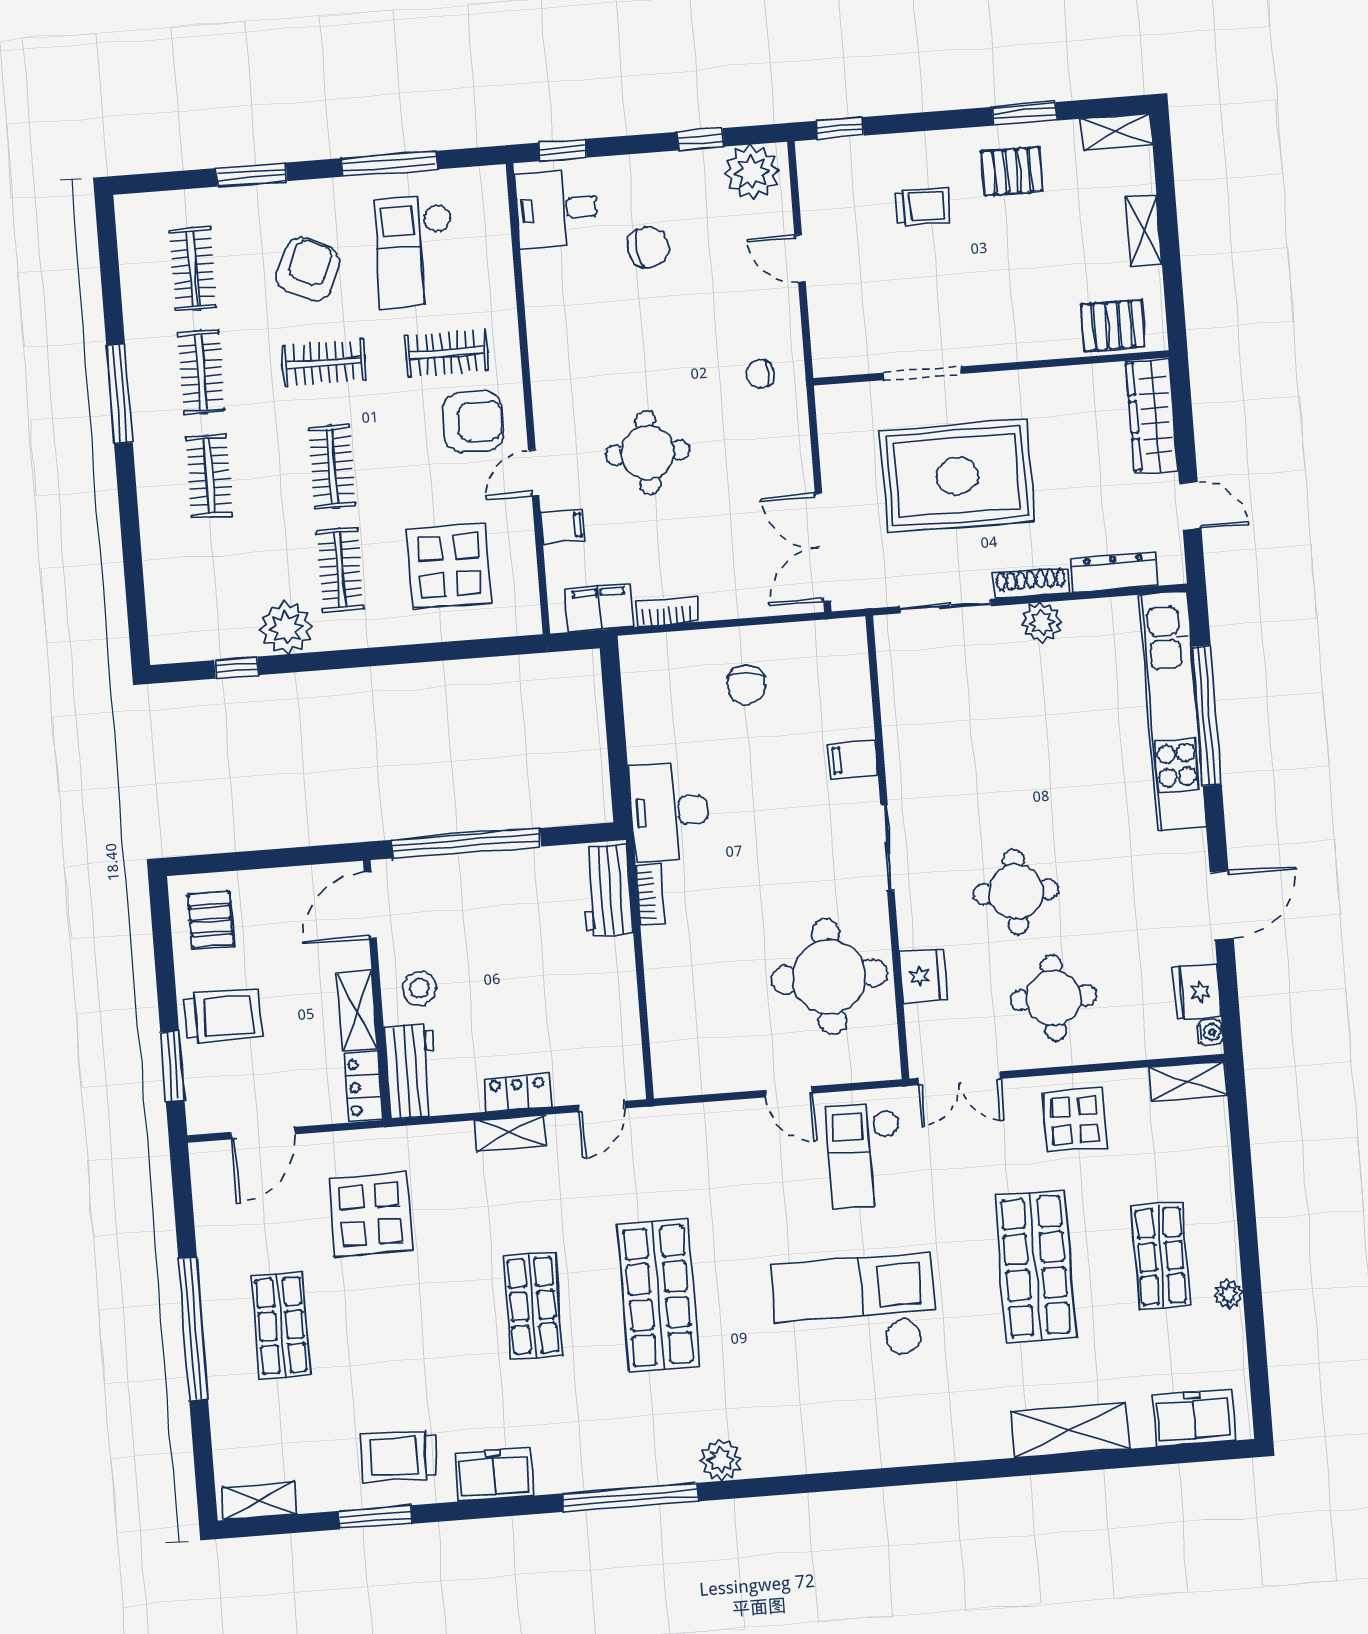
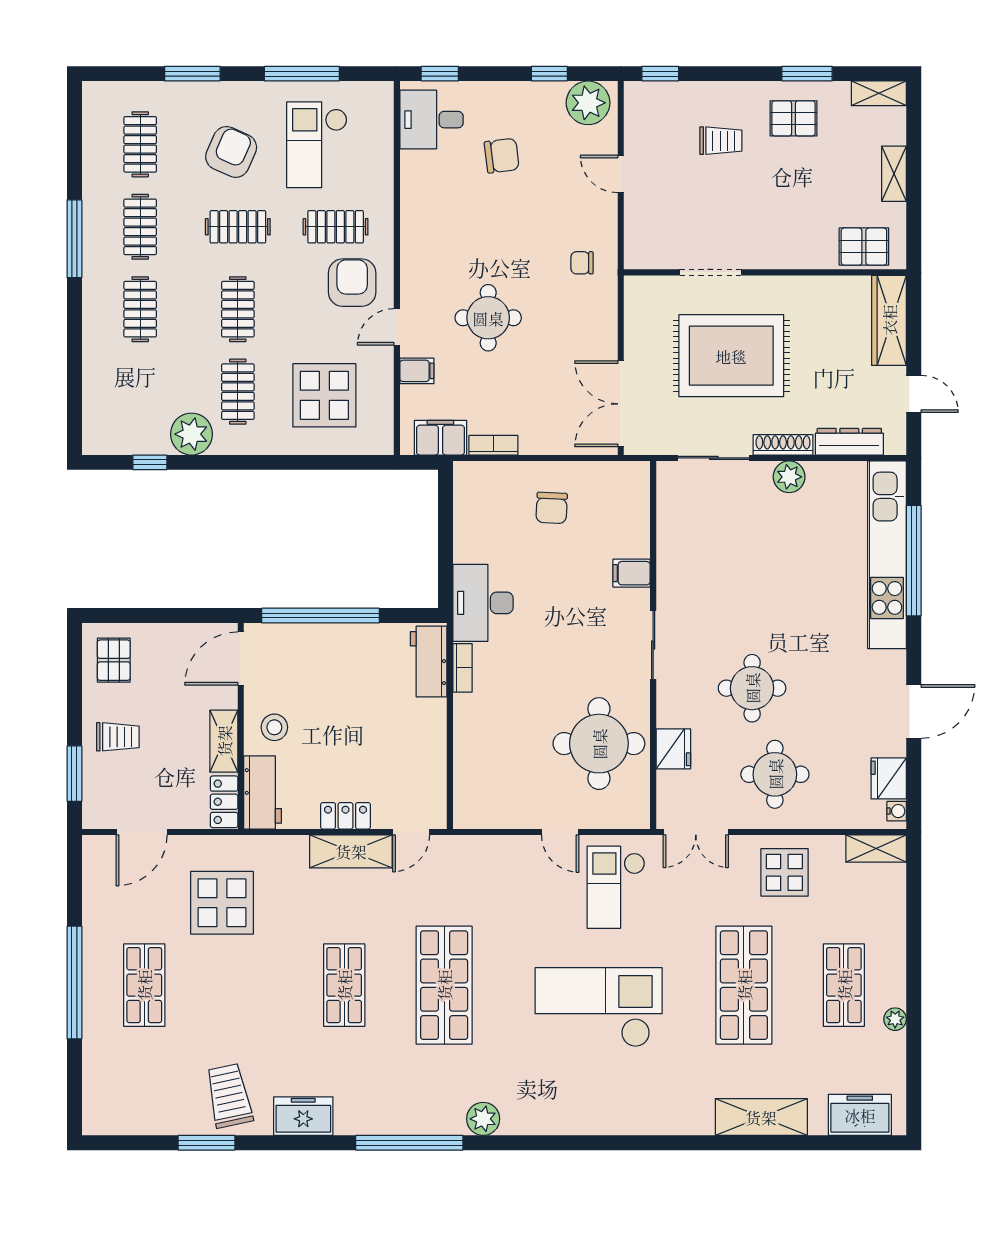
armchair: (473, 422) -> (352, 283), turned -90
trolley: (224, 1016) -> (118, 737), width x0.73, depth x0.72
shelving: (510, 1133) -> (351, 851), width x1.50, depth x1.33
trolley: (399, 1456) -> (229, 1096), turned 76
shelving: (259, 1501) -> (116, 1122), removed

